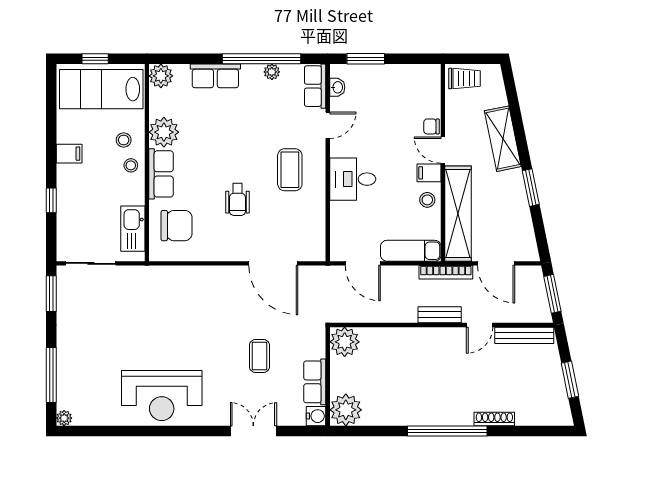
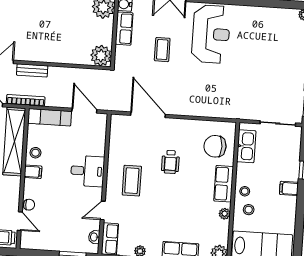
plant: (164, 132) -> (225, 214), width x0.53, depth x0.53
door: (443, 150) -> (20, 221), moved
filing cabinet: (69, 154) -> (289, 188), moved
wheelchair: (237, 199) -> (170, 162), turned 180
reception desk: (162, 396) -> (211, 34), moved, turned 90

